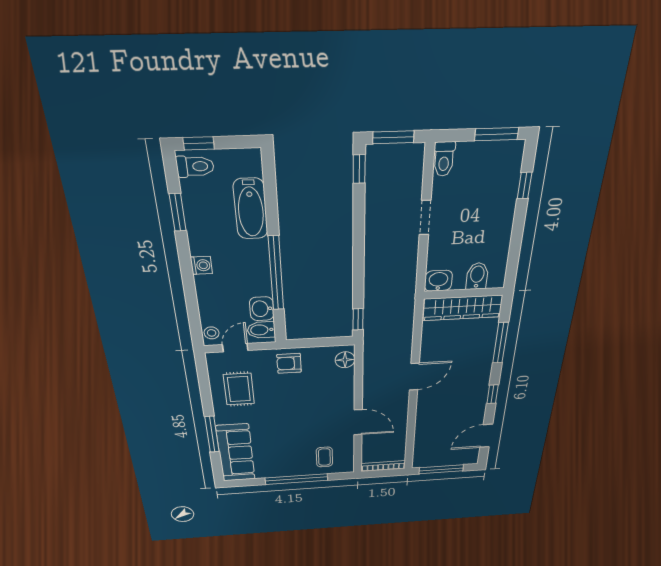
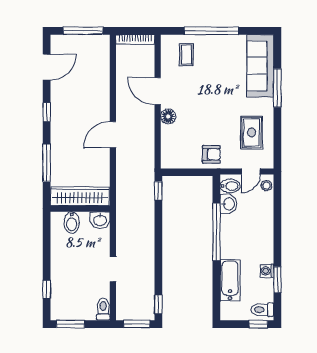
washing machine: (201, 265) -> (267, 271), moved
floor lamp: (345, 360) -> (168, 116), moved

